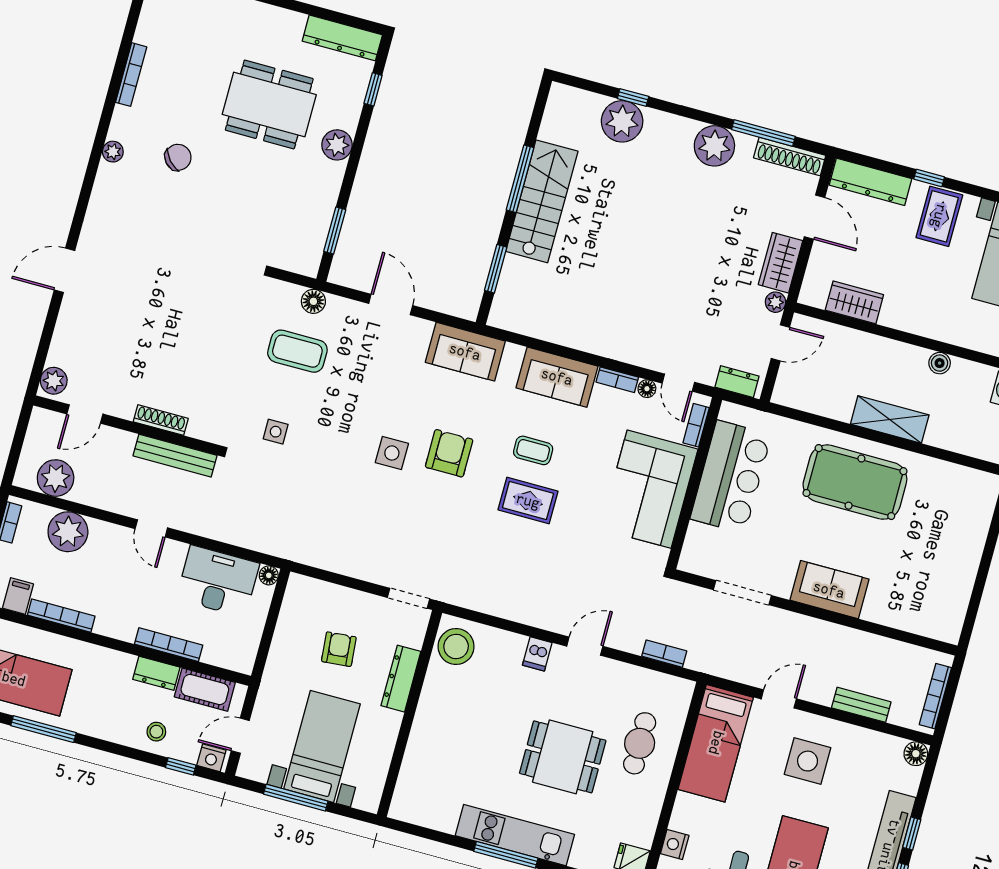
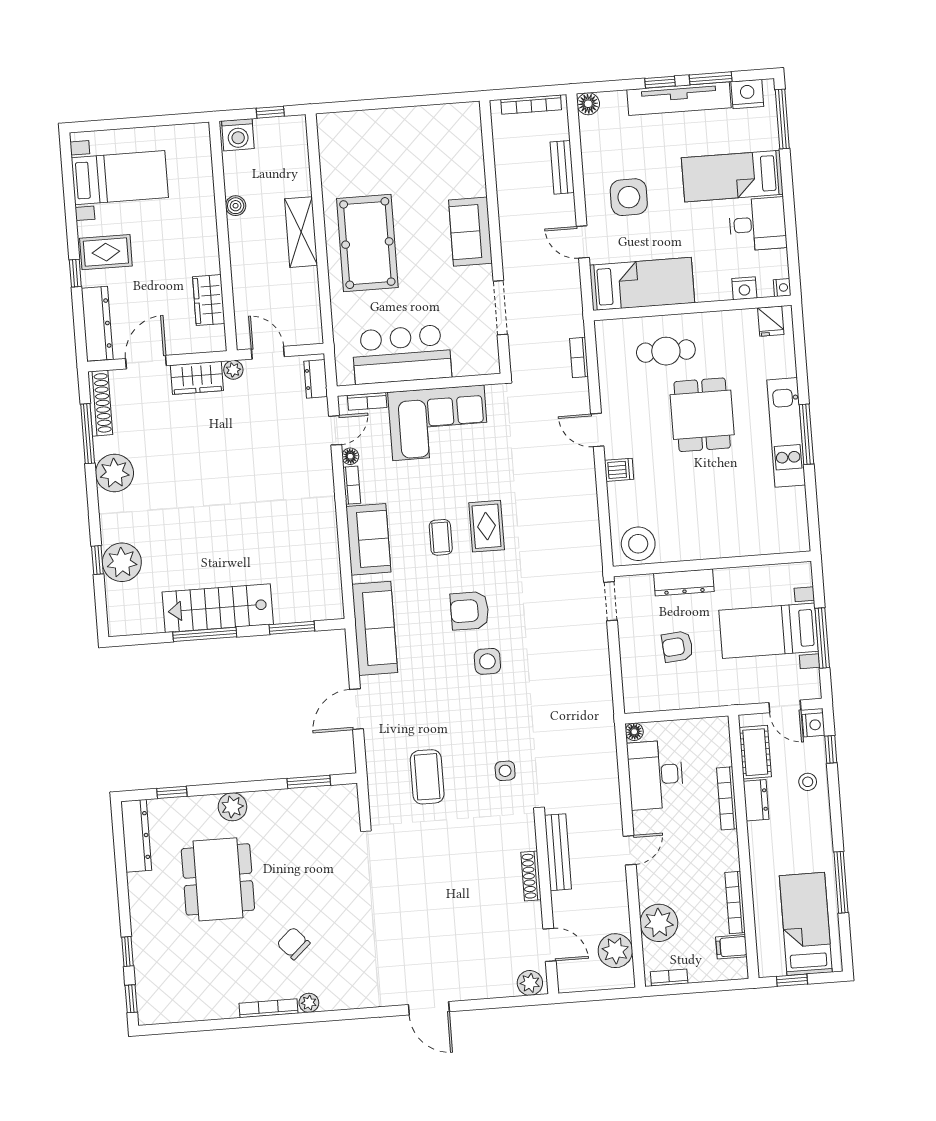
bookcase: (131, 75) -> (269, 1008), moved
floor lamp: (313, 301) -> (378, 778), removed
sofa: (465, 352) -> (375, 628), width x1.36

